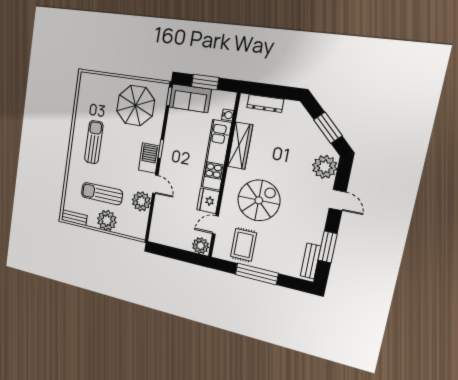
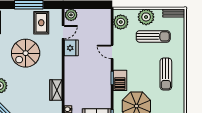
wardrobe: (240, 146) -> (56, 90), width x0.67
kitchen unit: (216, 155) -> (71, 81), removed
barbecue: (149, 158) -> (120, 80), moved
spiral stairs: (259, 200) -> (26, 53), moved
plant: (141, 201) -> (121, 22), moved

